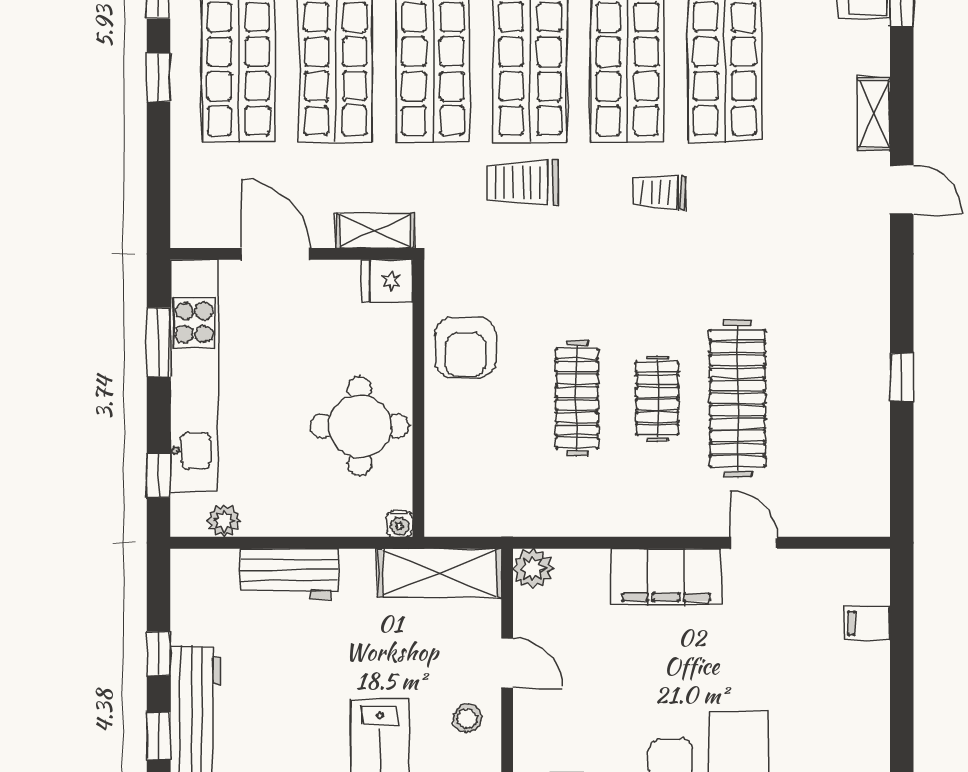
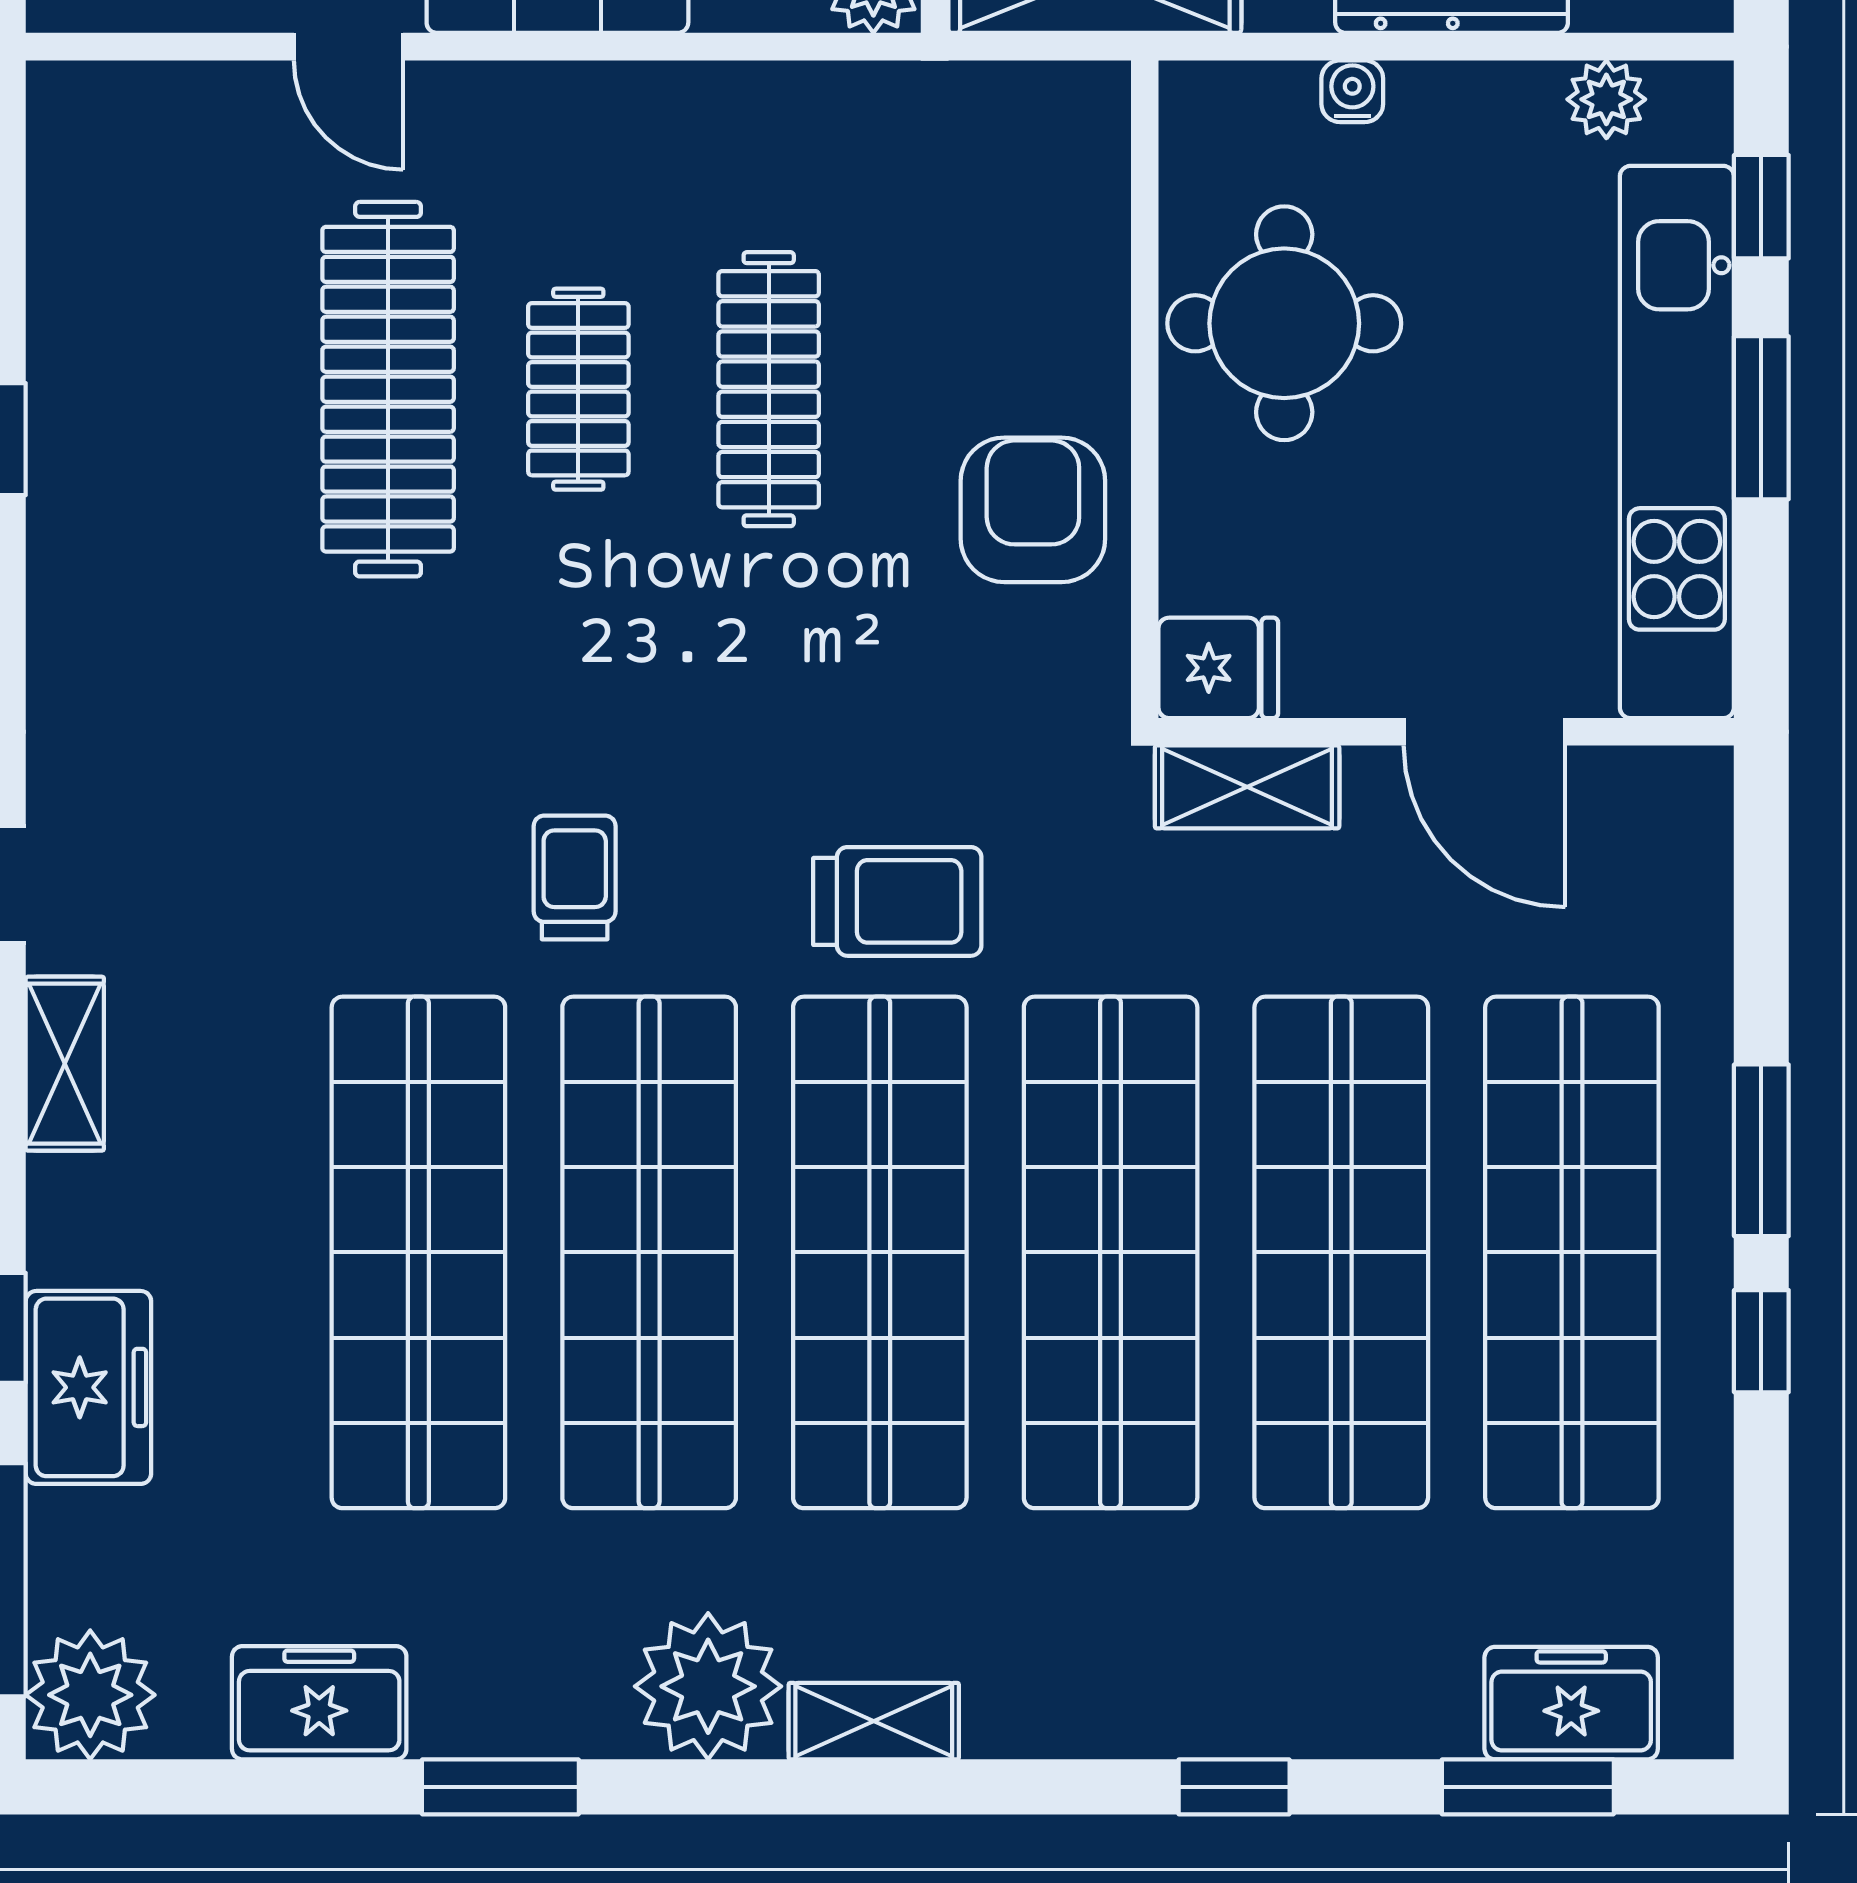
window: (158, 77) -> (1761, 1150), width x1.50
trolley: (659, 193) -> (575, 877), turned -92
window: (158, 342) -> (1761, 418), moved
water cooler: (400, 524) -> (1352, 91), moved

